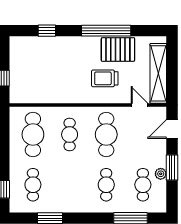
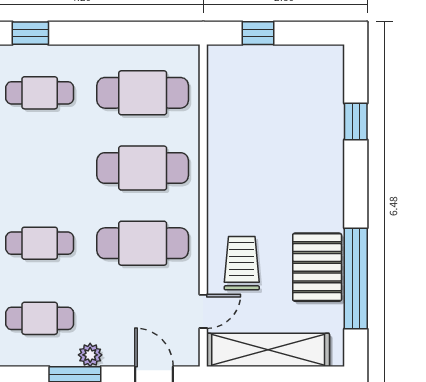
window: (106, 31) -> (356, 278), moved
trolley: (105, 78) -> (242, 263), moved
cafe table: (70, 135) -> (143, 168), width x1.37, depth x1.35
plant: (161, 174) -> (90, 355), moved

